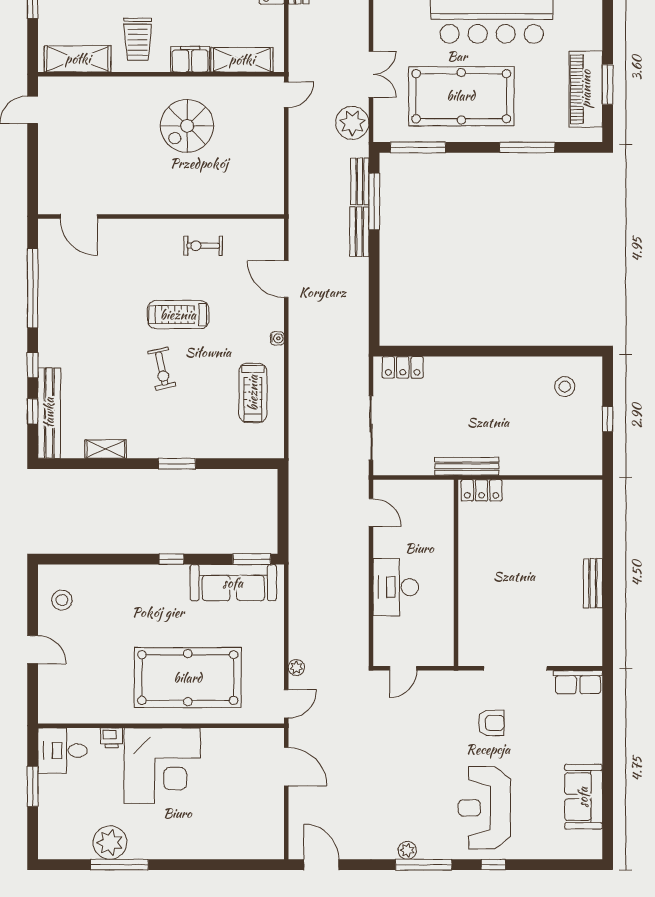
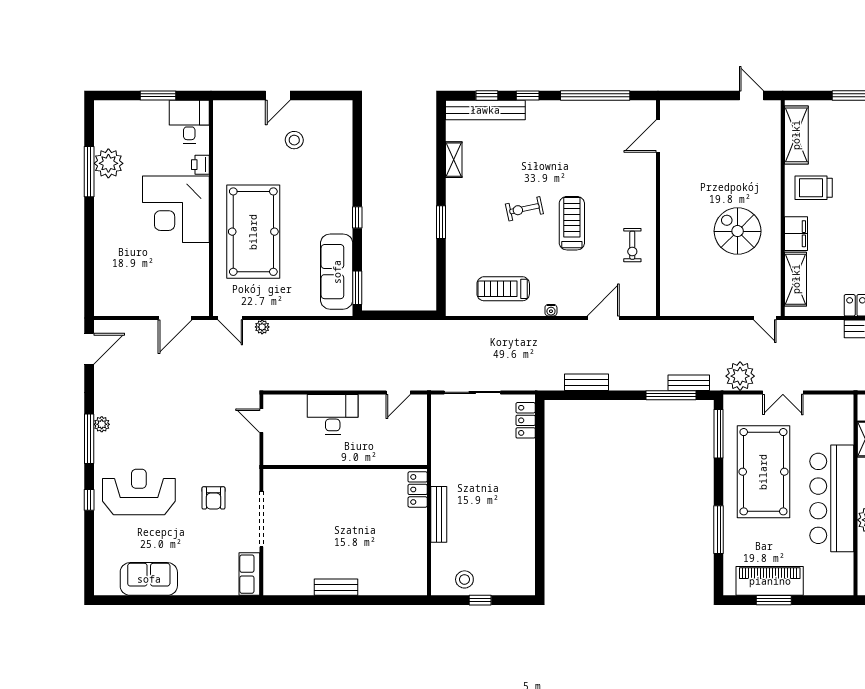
bench: (359, 232) -> (586, 382), moved
exercise bike: (203, 246) -> (632, 245), turned 180
stool: (565, 387) -> (464, 579), moved
bench: (467, 466) -> (439, 514), moved
stool: (62, 600) -> (294, 140), moved

